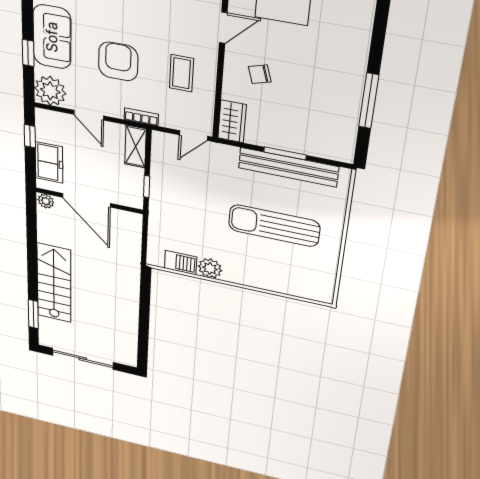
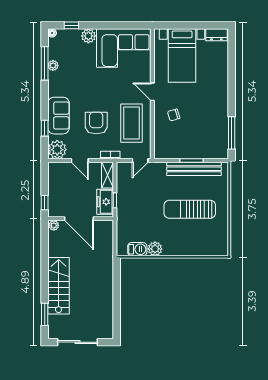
door: (223, 28) -> (152, 92), swing flipped
coffee table: (181, 73) -> (132, 123), width x1.86, depth x1.72
window: (369, 101) -> (232, 133), moved
wardrobe: (232, 121) -> (161, 147), removed
window: (30, 136) -> (45, 203), moved
freezer: (49, 163) -> (105, 202), moved, turned 180

